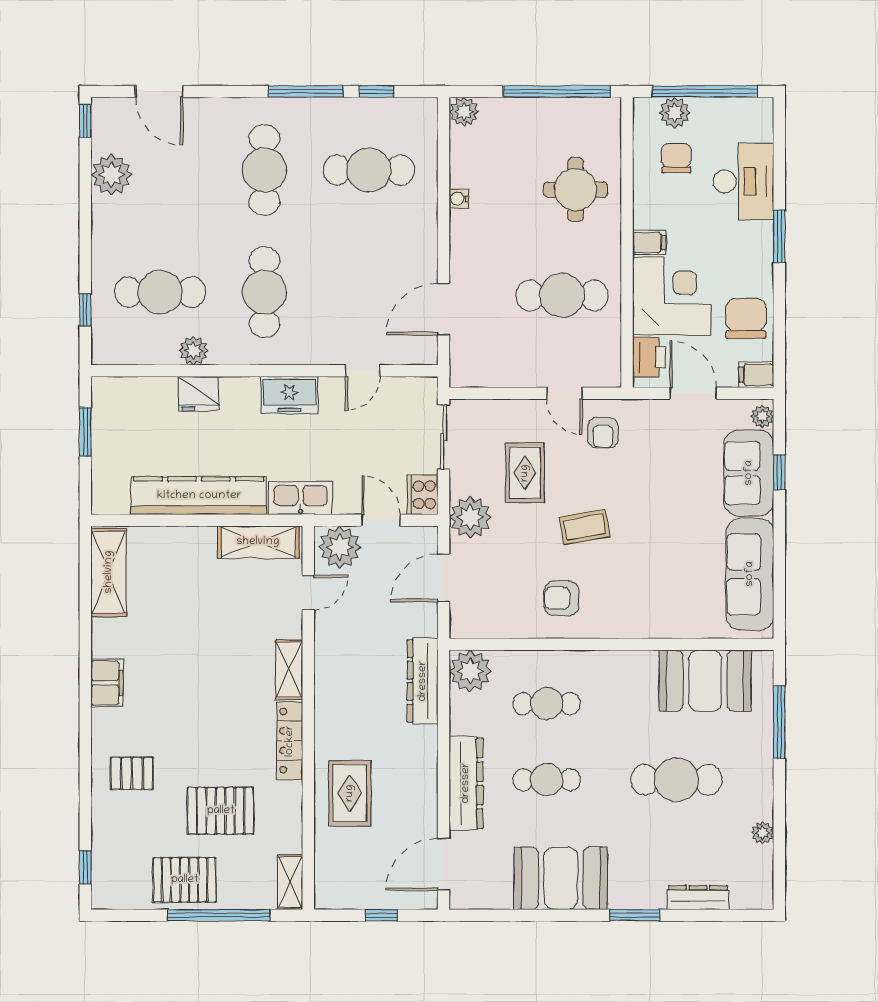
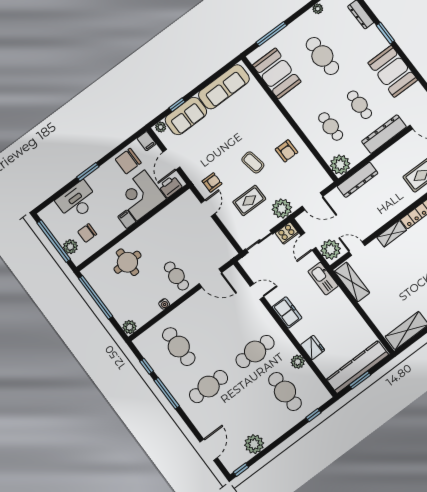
cafe table: (562, 295) -> (176, 276), moved, width x0.73, depth x0.74
kitchen counter: (199, 496) -> (357, 367), moved, turned 90

